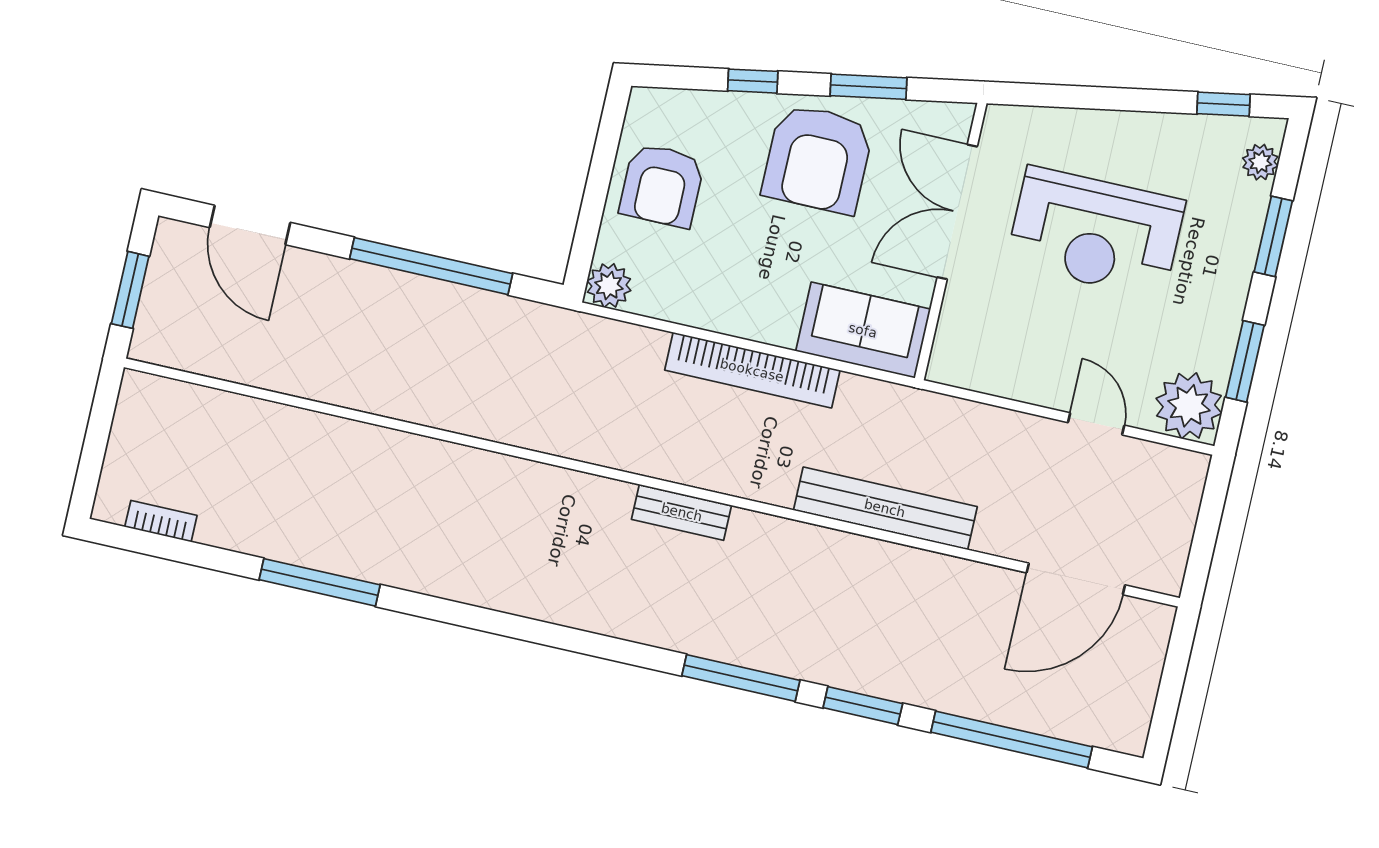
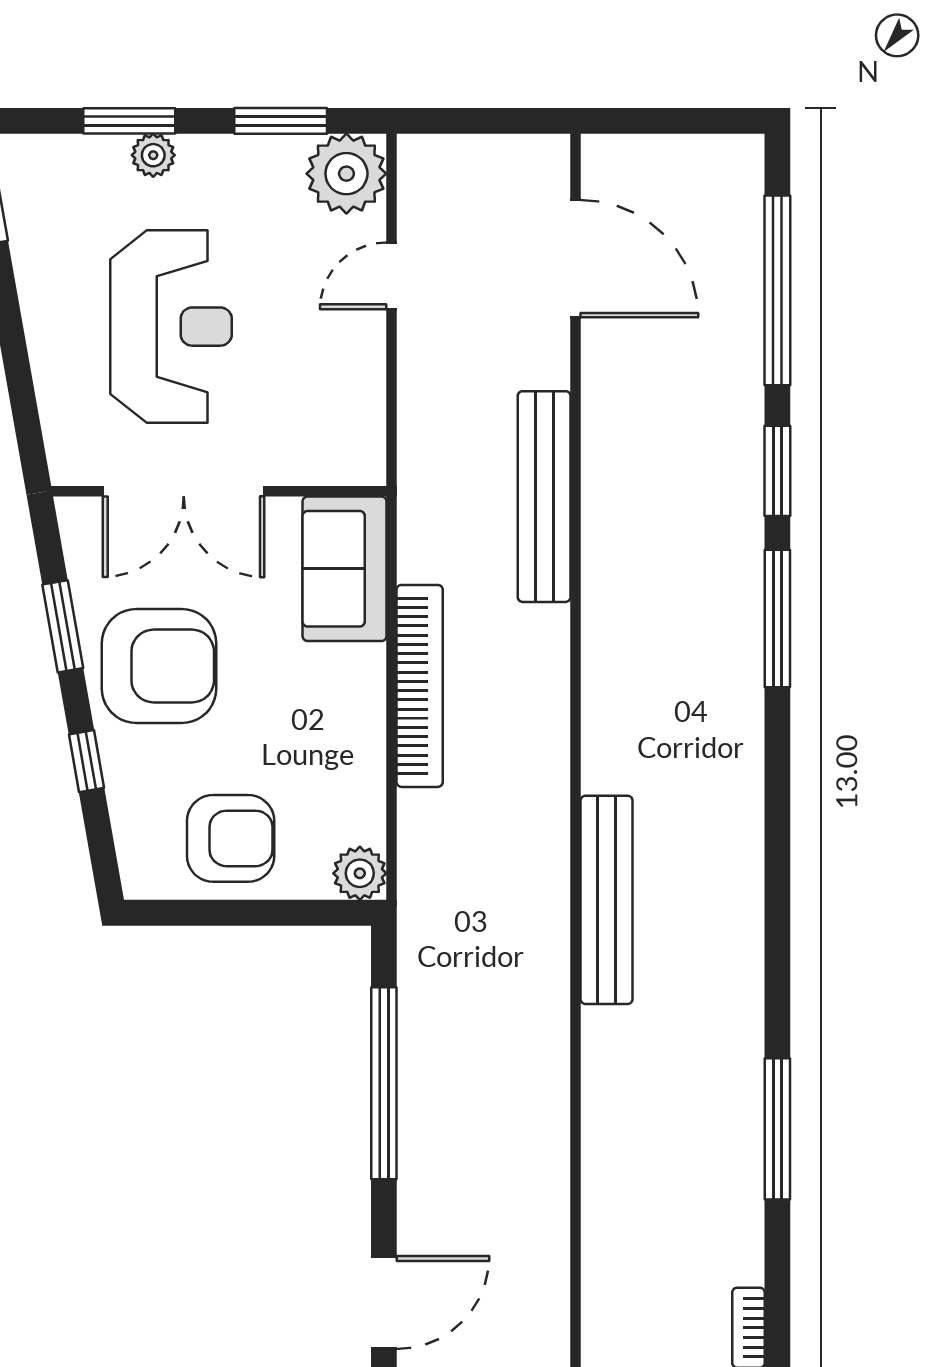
plant: (1260, 162) -> (153, 155), moved
bench: (682, 512) -> (607, 900), moved, width x1.86, depth x1.21

